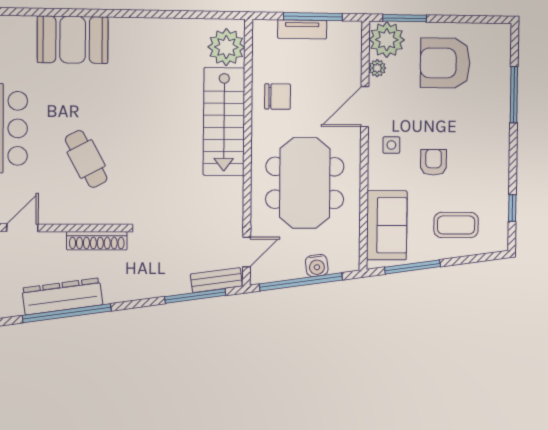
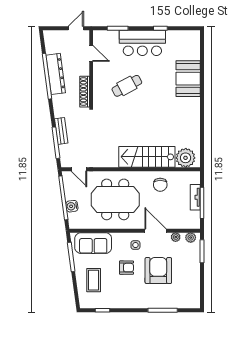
plant: (387, 40) -> (191, 238), width x0.53, depth x0.53
armchair: (445, 63) -> (158, 271), moved
bench: (216, 280) -> (61, 131), moved

